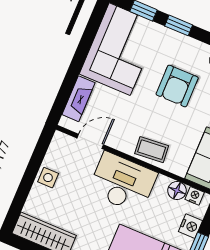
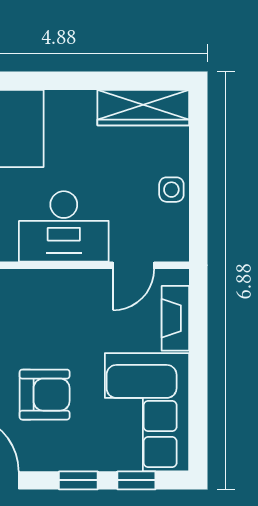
armchair: (177, 86) -> (45, 395), turned 90
coffee table: (152, 150) -> (43, 290), removed

